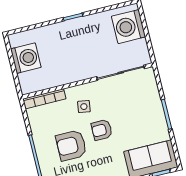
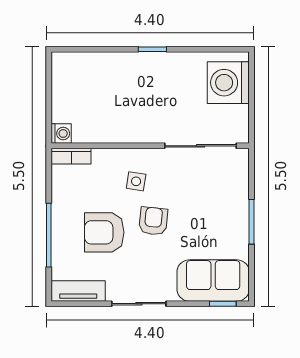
washing machine: (26, 58) -> (61, 133), moved, width x0.53, depth x0.53
bookcase: (44, 99) -> (71, 156), width x0.64
armchair: (102, 130) -> (153, 221), turned 96

